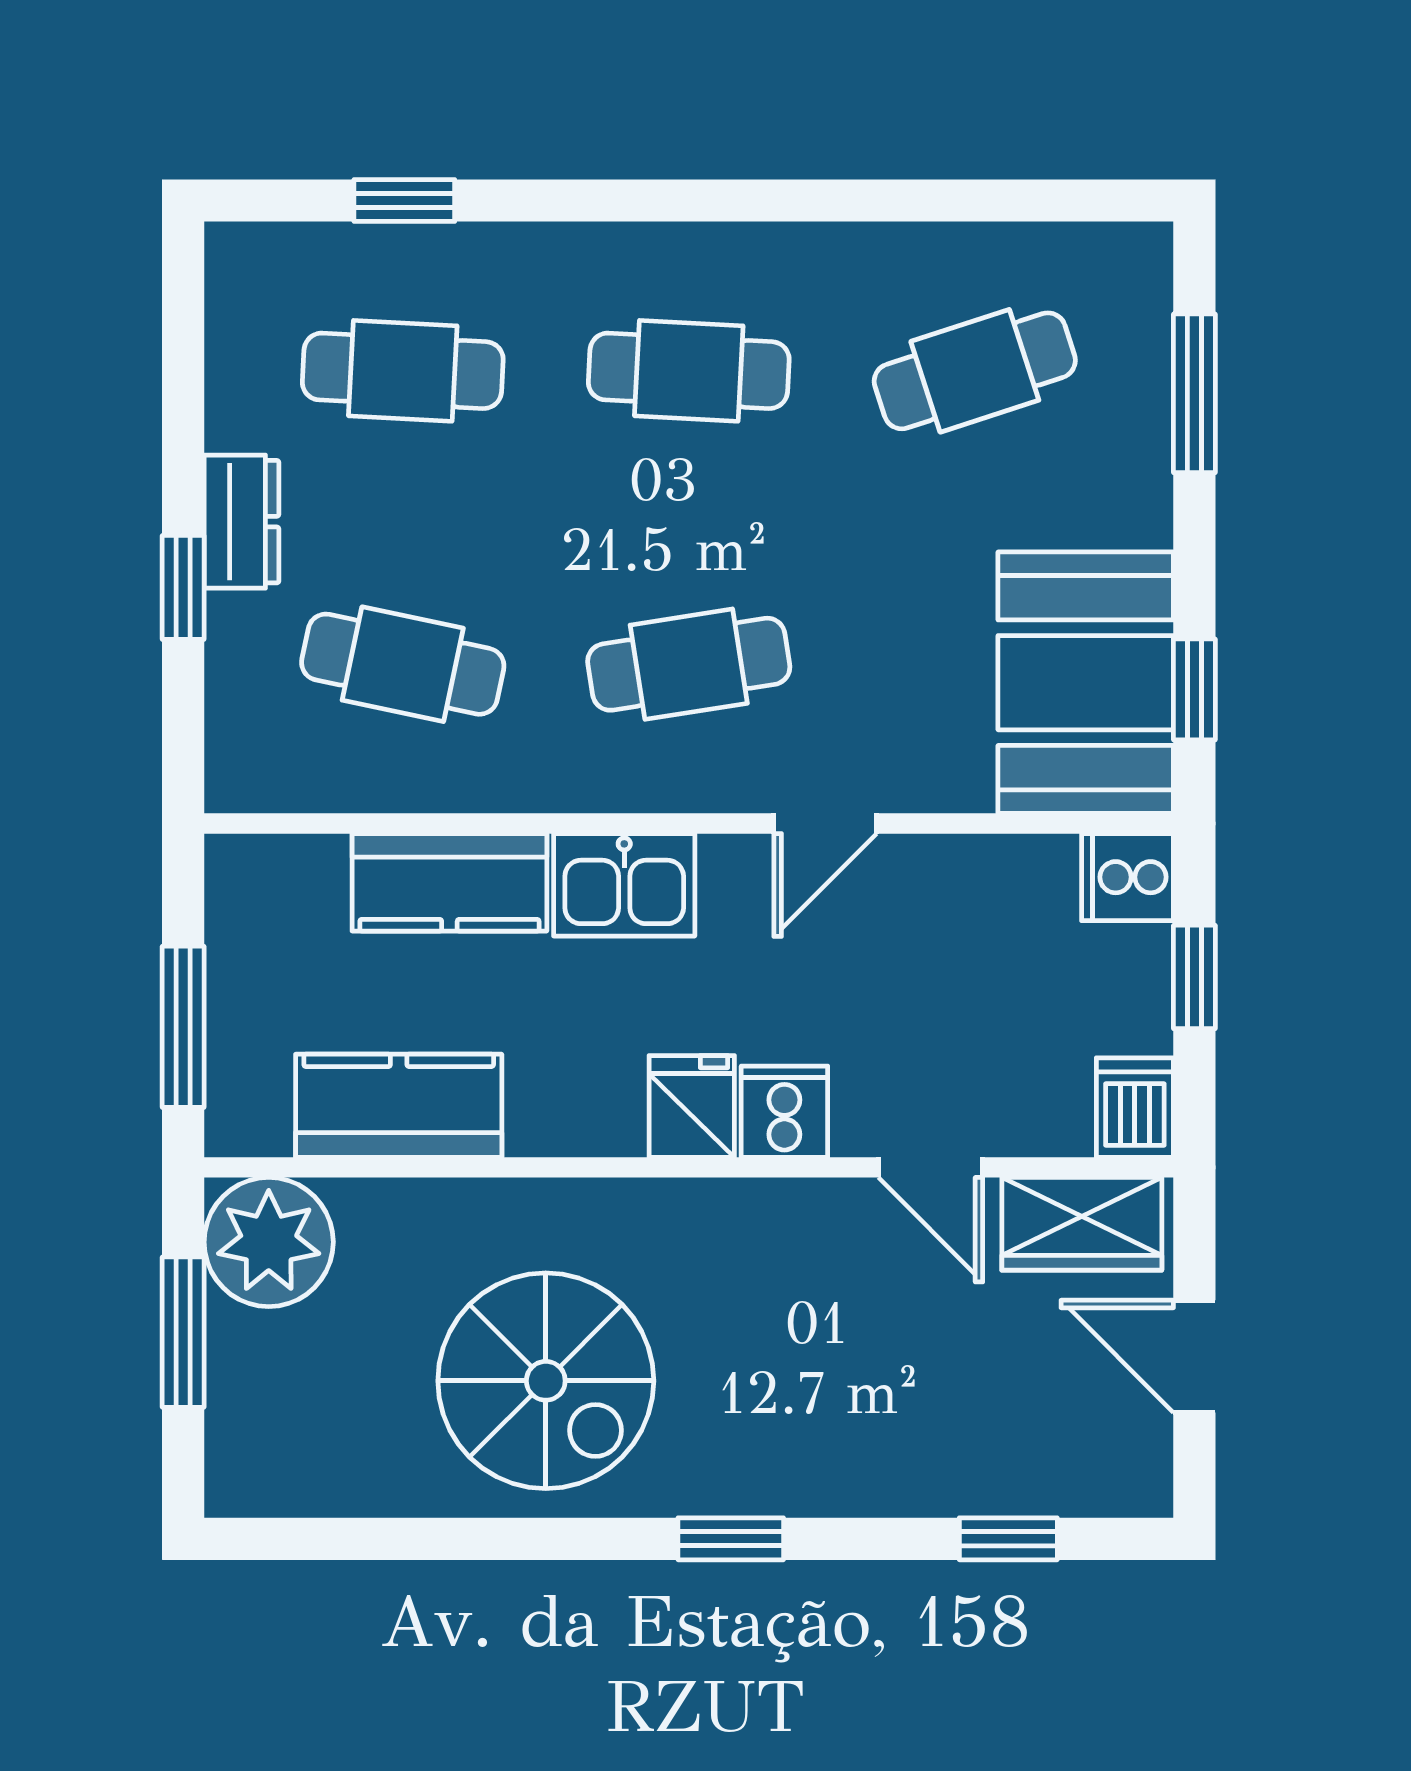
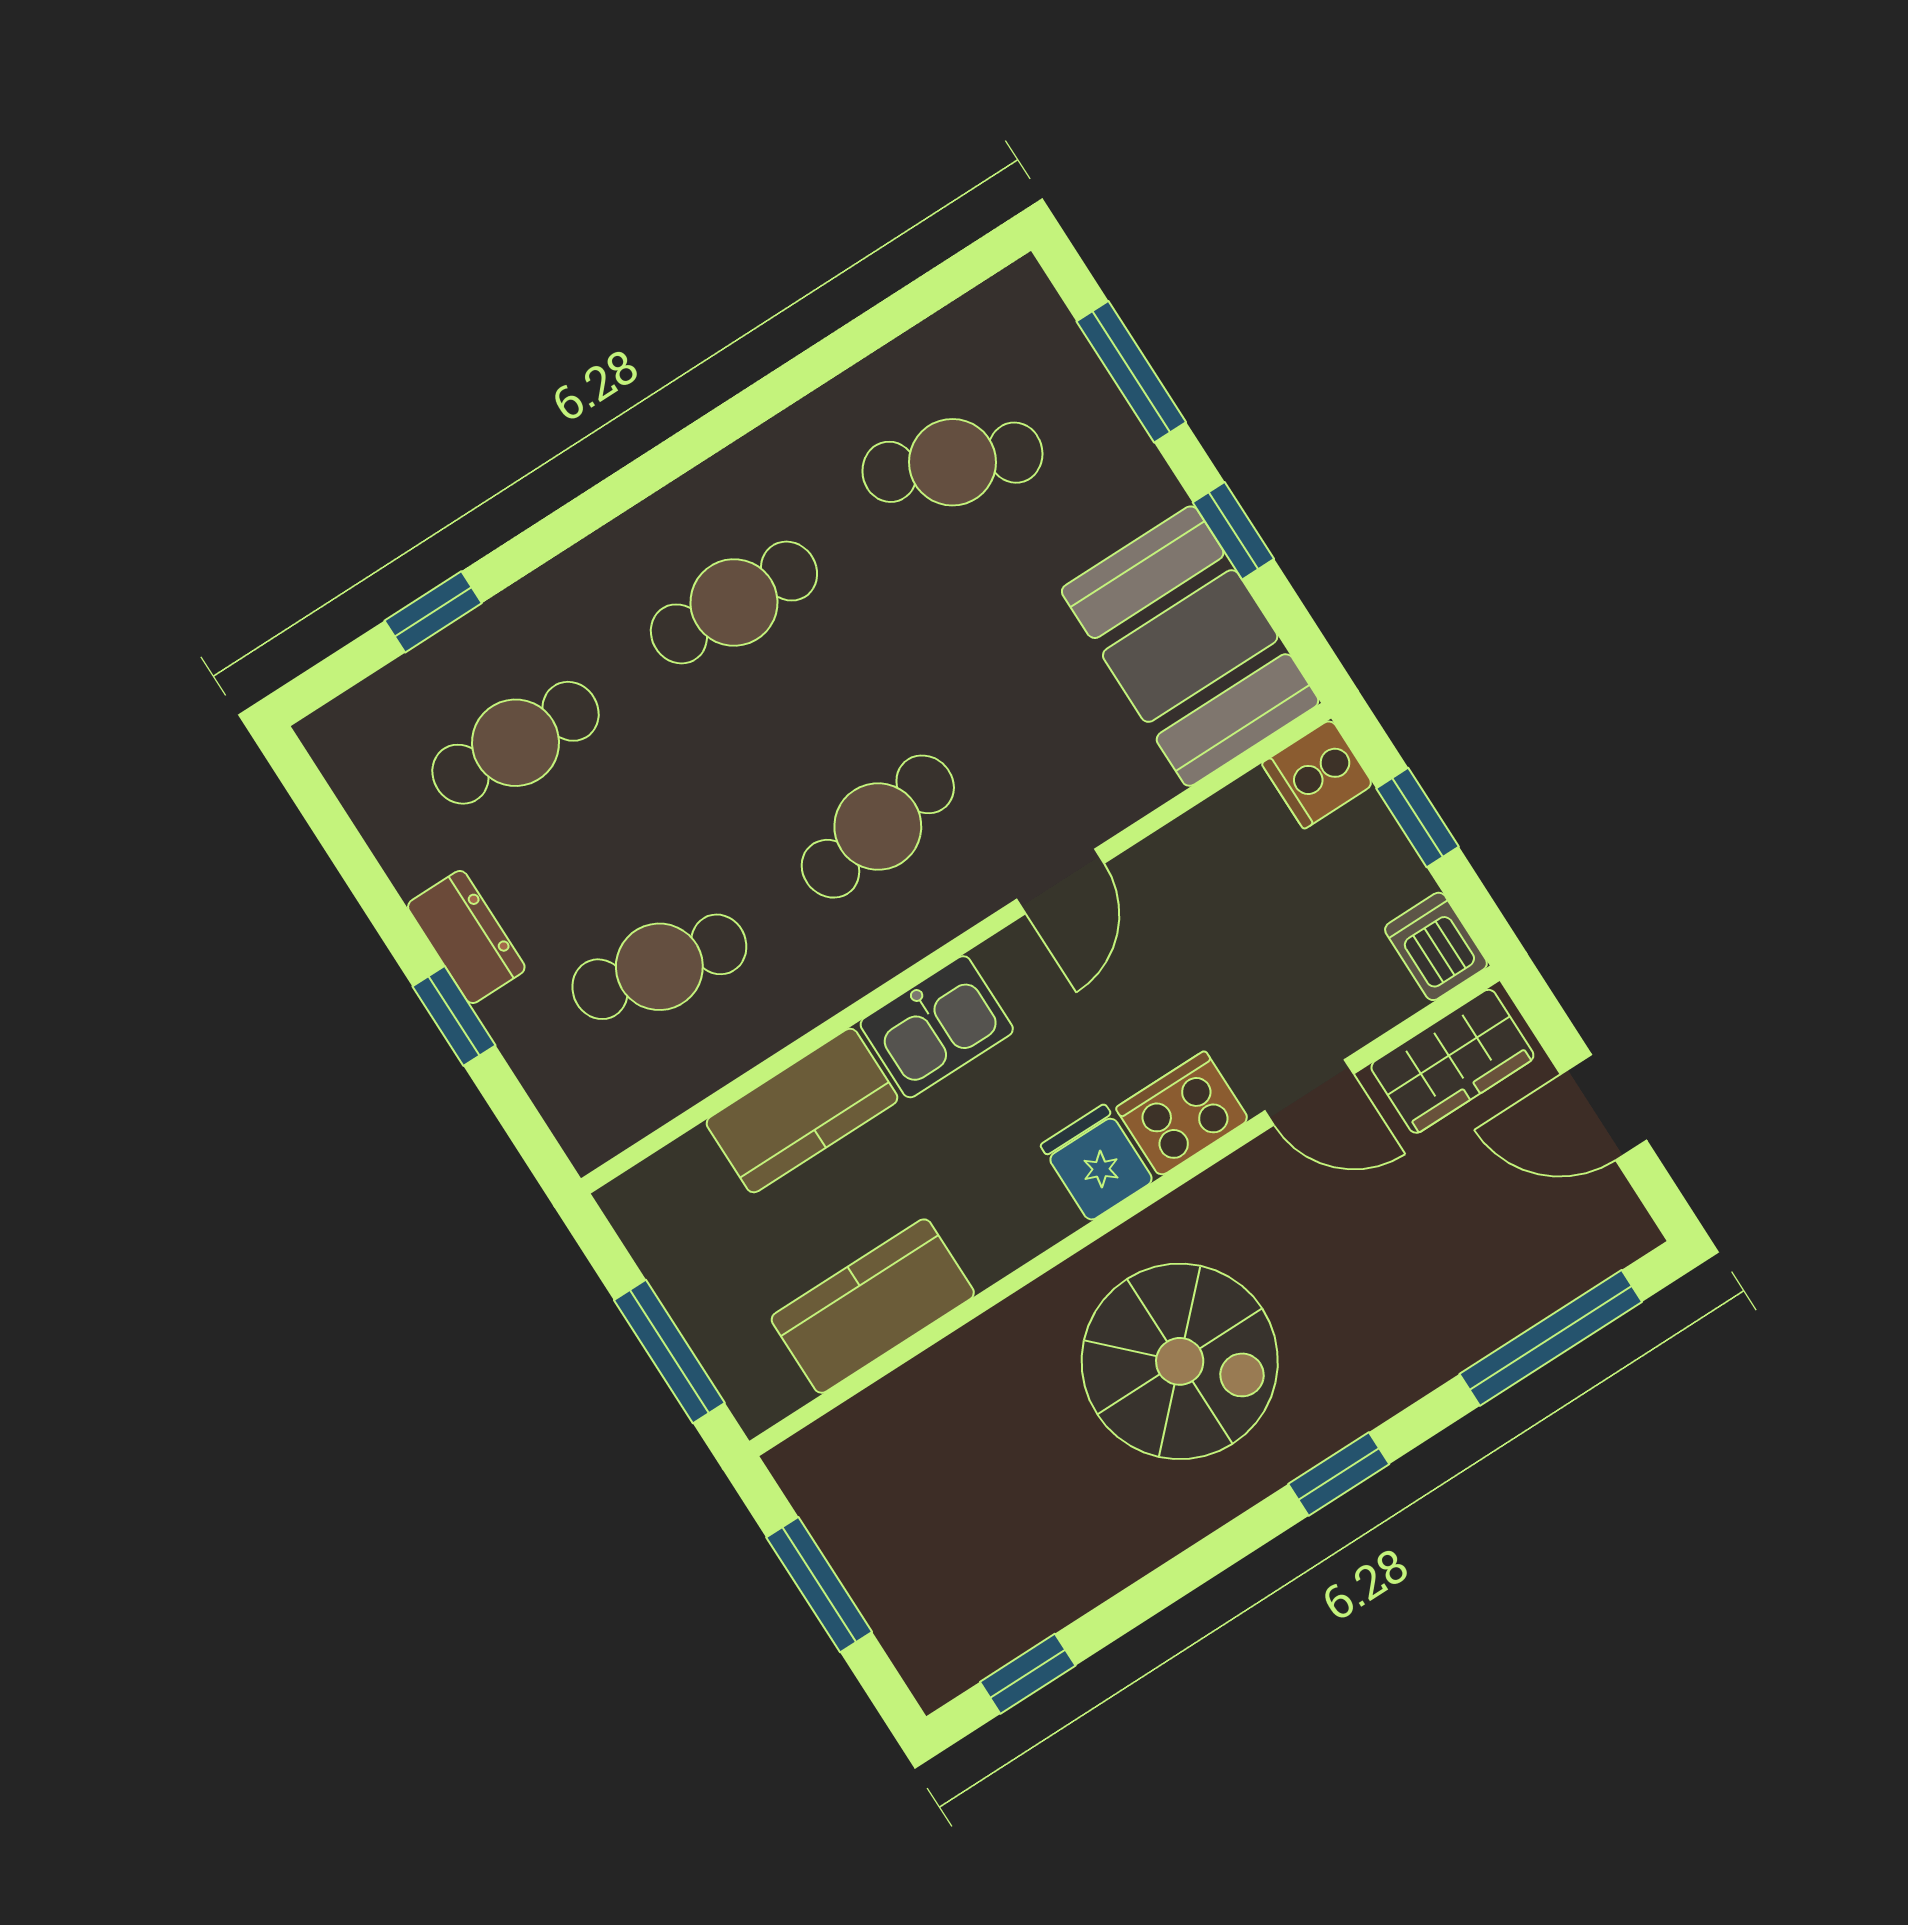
cafe table: (975, 371) -> (952, 462), turned 42
window: (1194, 689) -> (1233, 531), moved
cooker: (784, 1112) -> (1182, 1114), width x1.36
plant: (269, 1242) -> (840, 1474), removed
spiral stairs: (546, 1381) -> (1180, 1361), moved
window: (323, 1539) -> (1028, 1674), added
window: (1008, 1539) -> (1551, 1338), width x2.17

